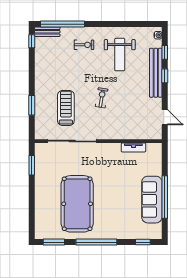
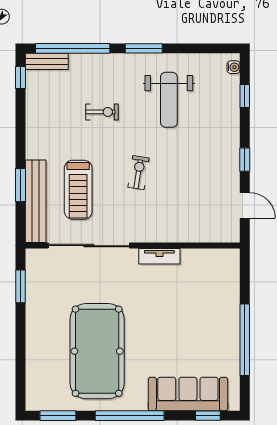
window: (105, 24) -> (144, 48), added
exercise bike: (84, 45) -> (102, 112), moved
bench: (156, 73) -> (36, 201), moved
window: (165, 76) -> (245, 160), moved
treadmill: (66, 108) -> (78, 190), turned 180
tv unit: (133, 147) -> (159, 256), moved
sofa: (152, 200) -> (188, 394), moved, turned 90

